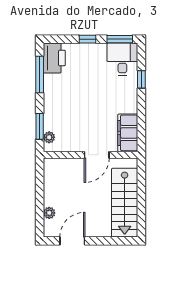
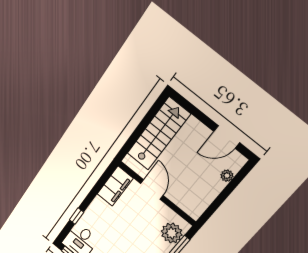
plant: (49, 137) -> (172, 233), width x1.87, depth x1.87
door: (97, 155) -> (152, 189), hinge flipped

